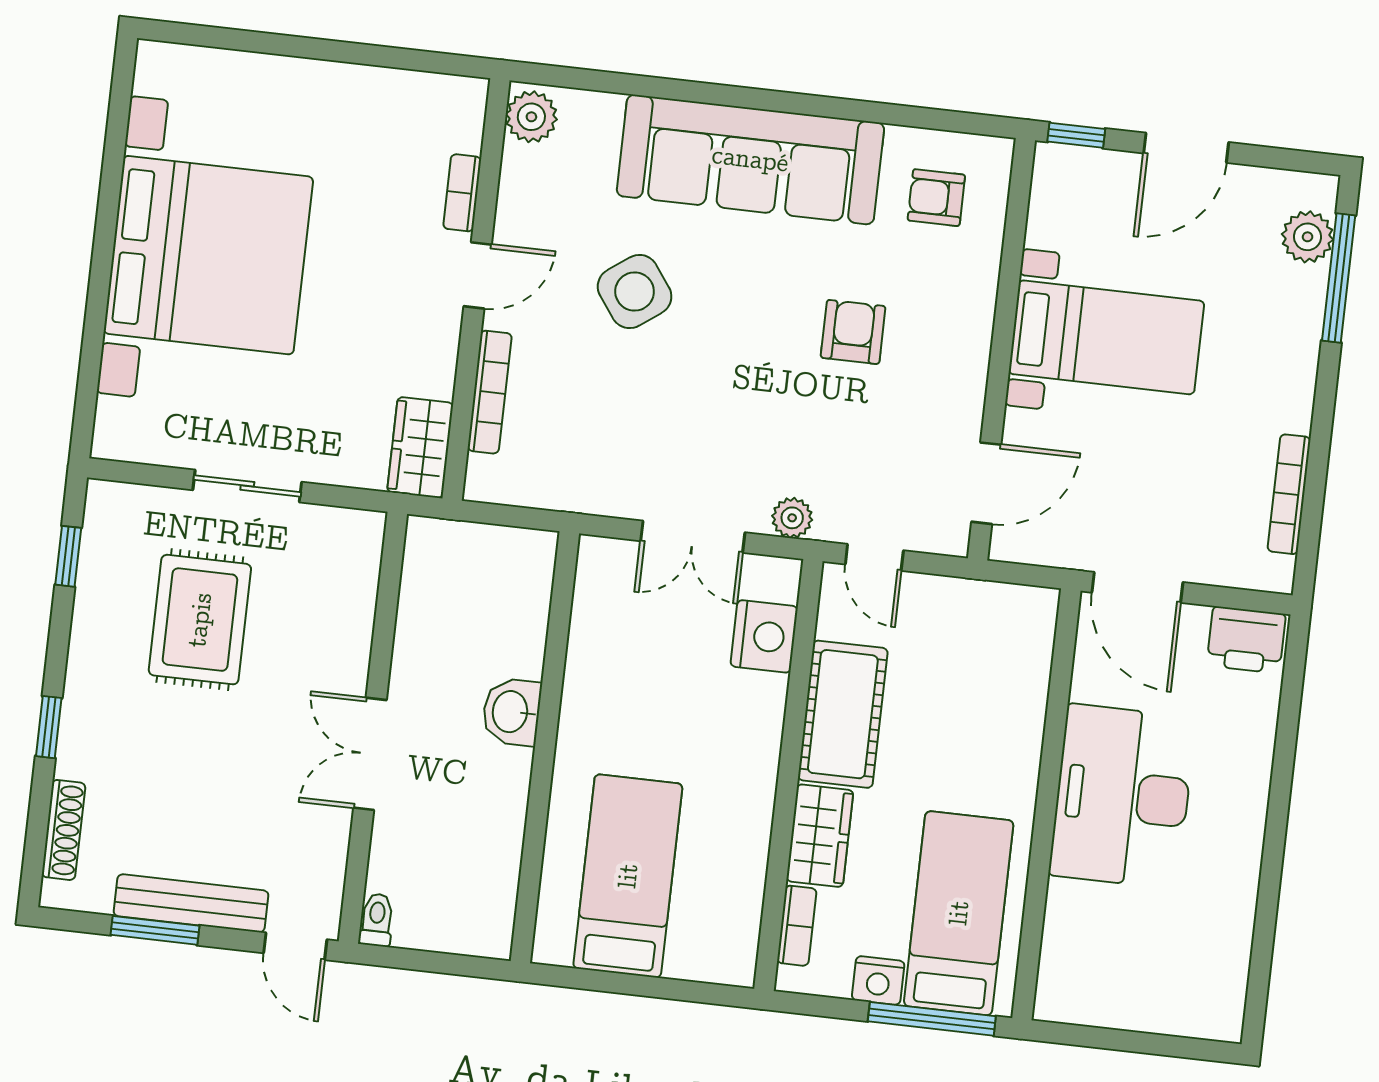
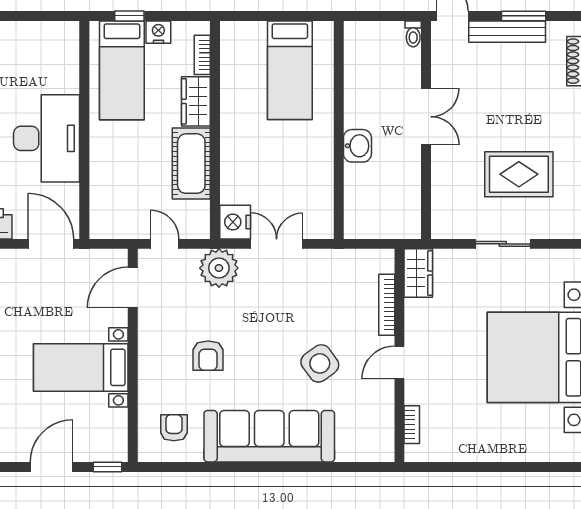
plant: (531, 117) -> (381, 445), removed
bookcase: (462, 193) -> (412, 425), moved
armchair: (936, 198) -> (174, 428), turned -90
plant: (792, 518) -> (219, 268), width x1.87, depth x1.87
door: (874, 557) -> (165, 244), moved
rug: (200, 620) -> (519, 174), turned 90
nightstand: (764, 636) -> (235, 222), moved
window: (932, 1019) -> (129, 16), width x0.46

